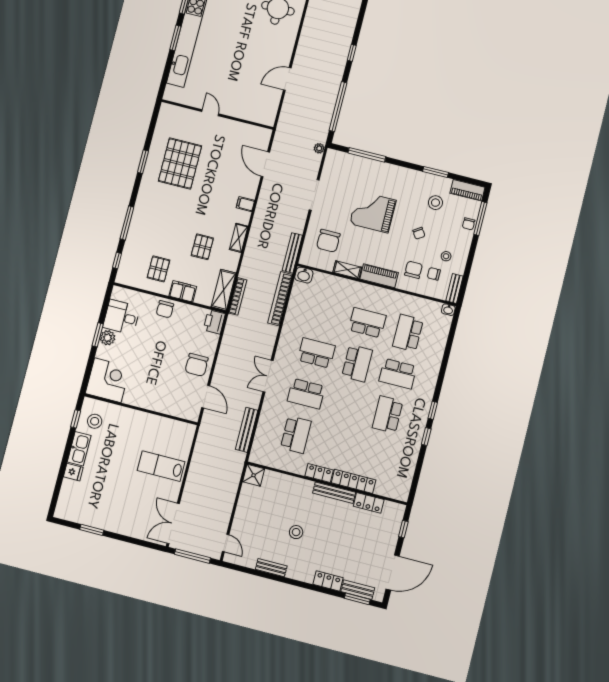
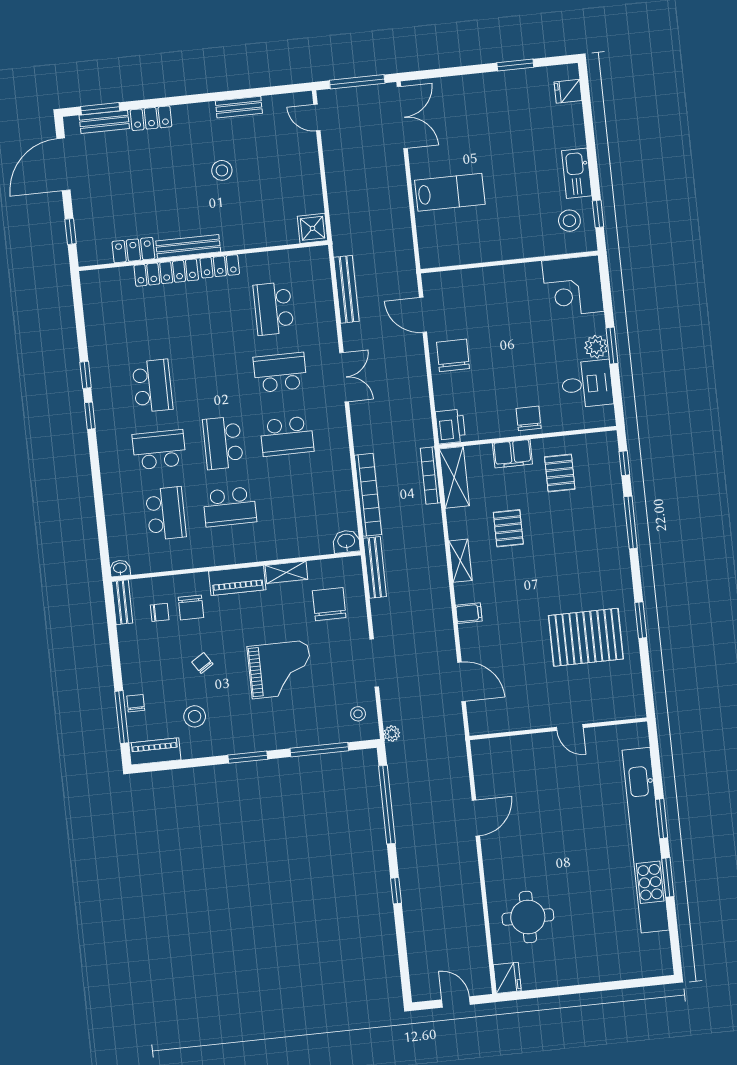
pallet: (180, 163) -> (586, 637), turned 90
window: (436, 172) -> (248, 757), moved
stool: (446, 256) -> (358, 714), moved
fridge: (73, 472) -> (568, 91), moved

